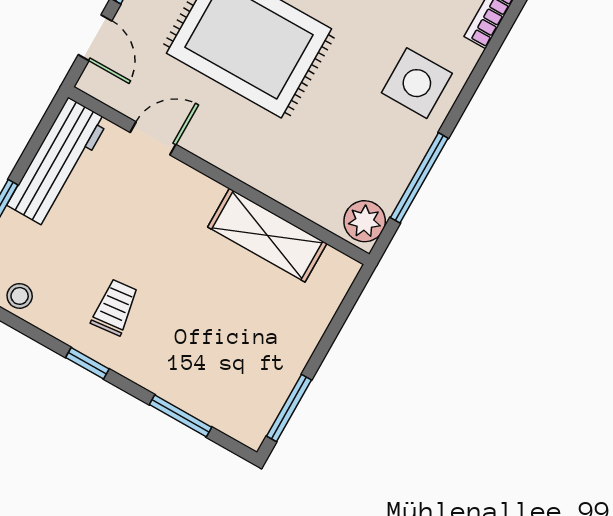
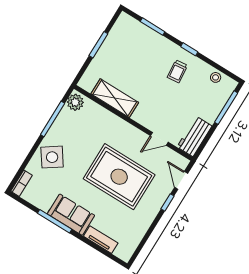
side table: (417, 83) -> (52, 157), turned -35
workbench: (58, 163) -> (195, 136), width x0.73
window: (289, 408) -> (98, 45), moved

